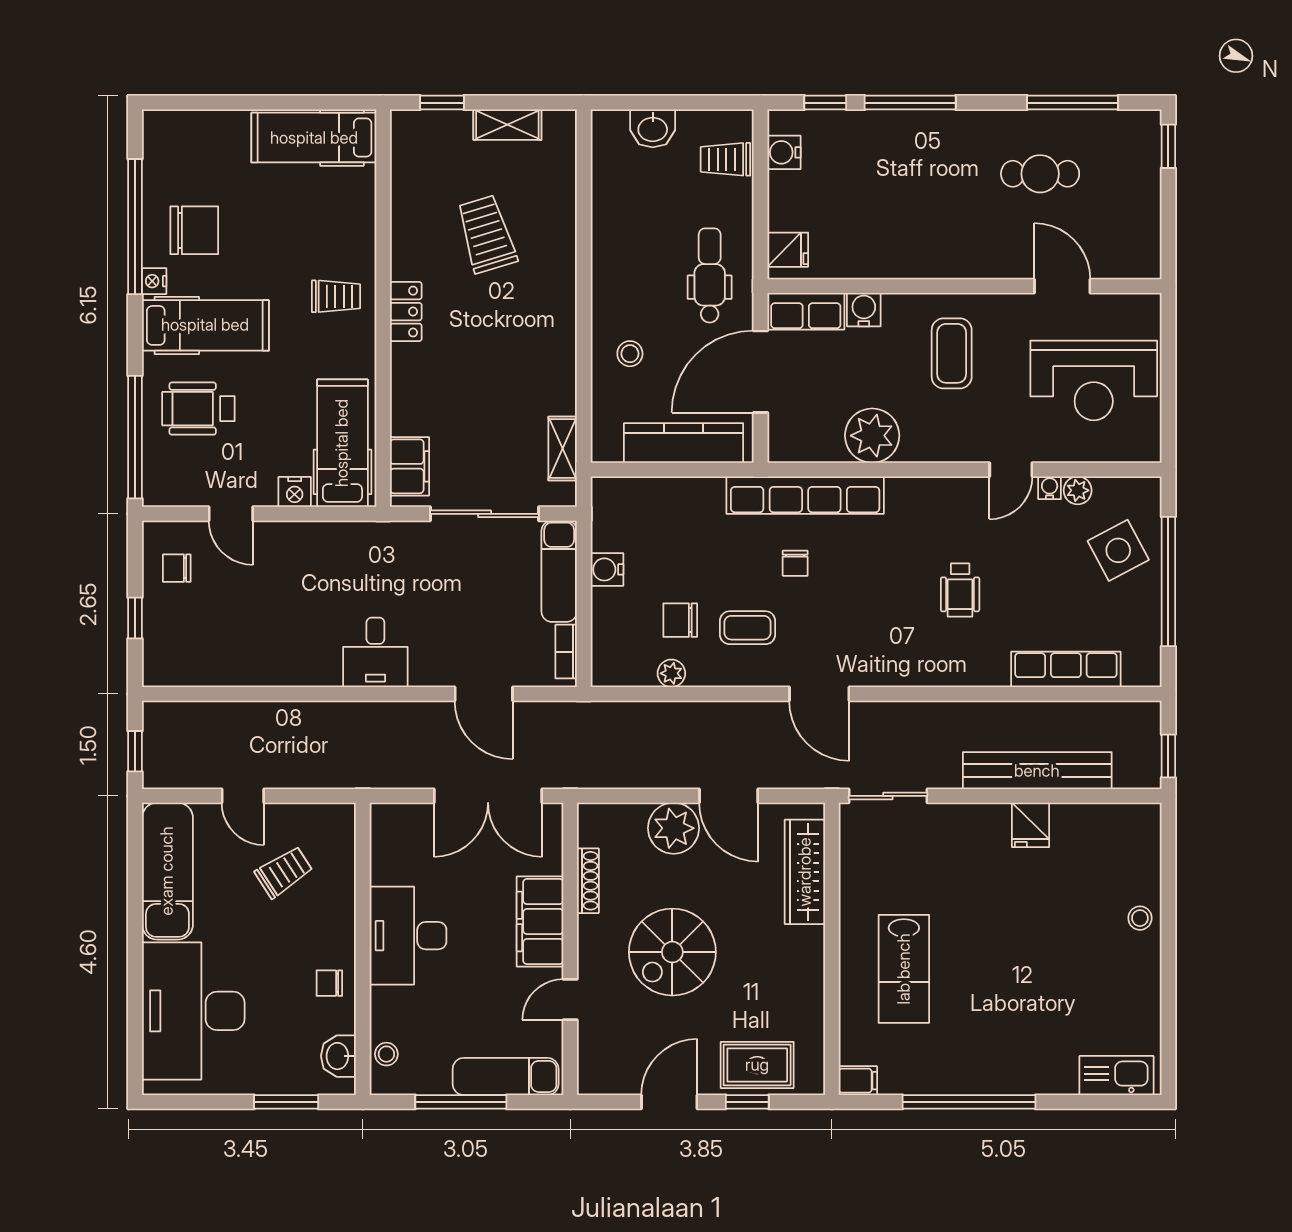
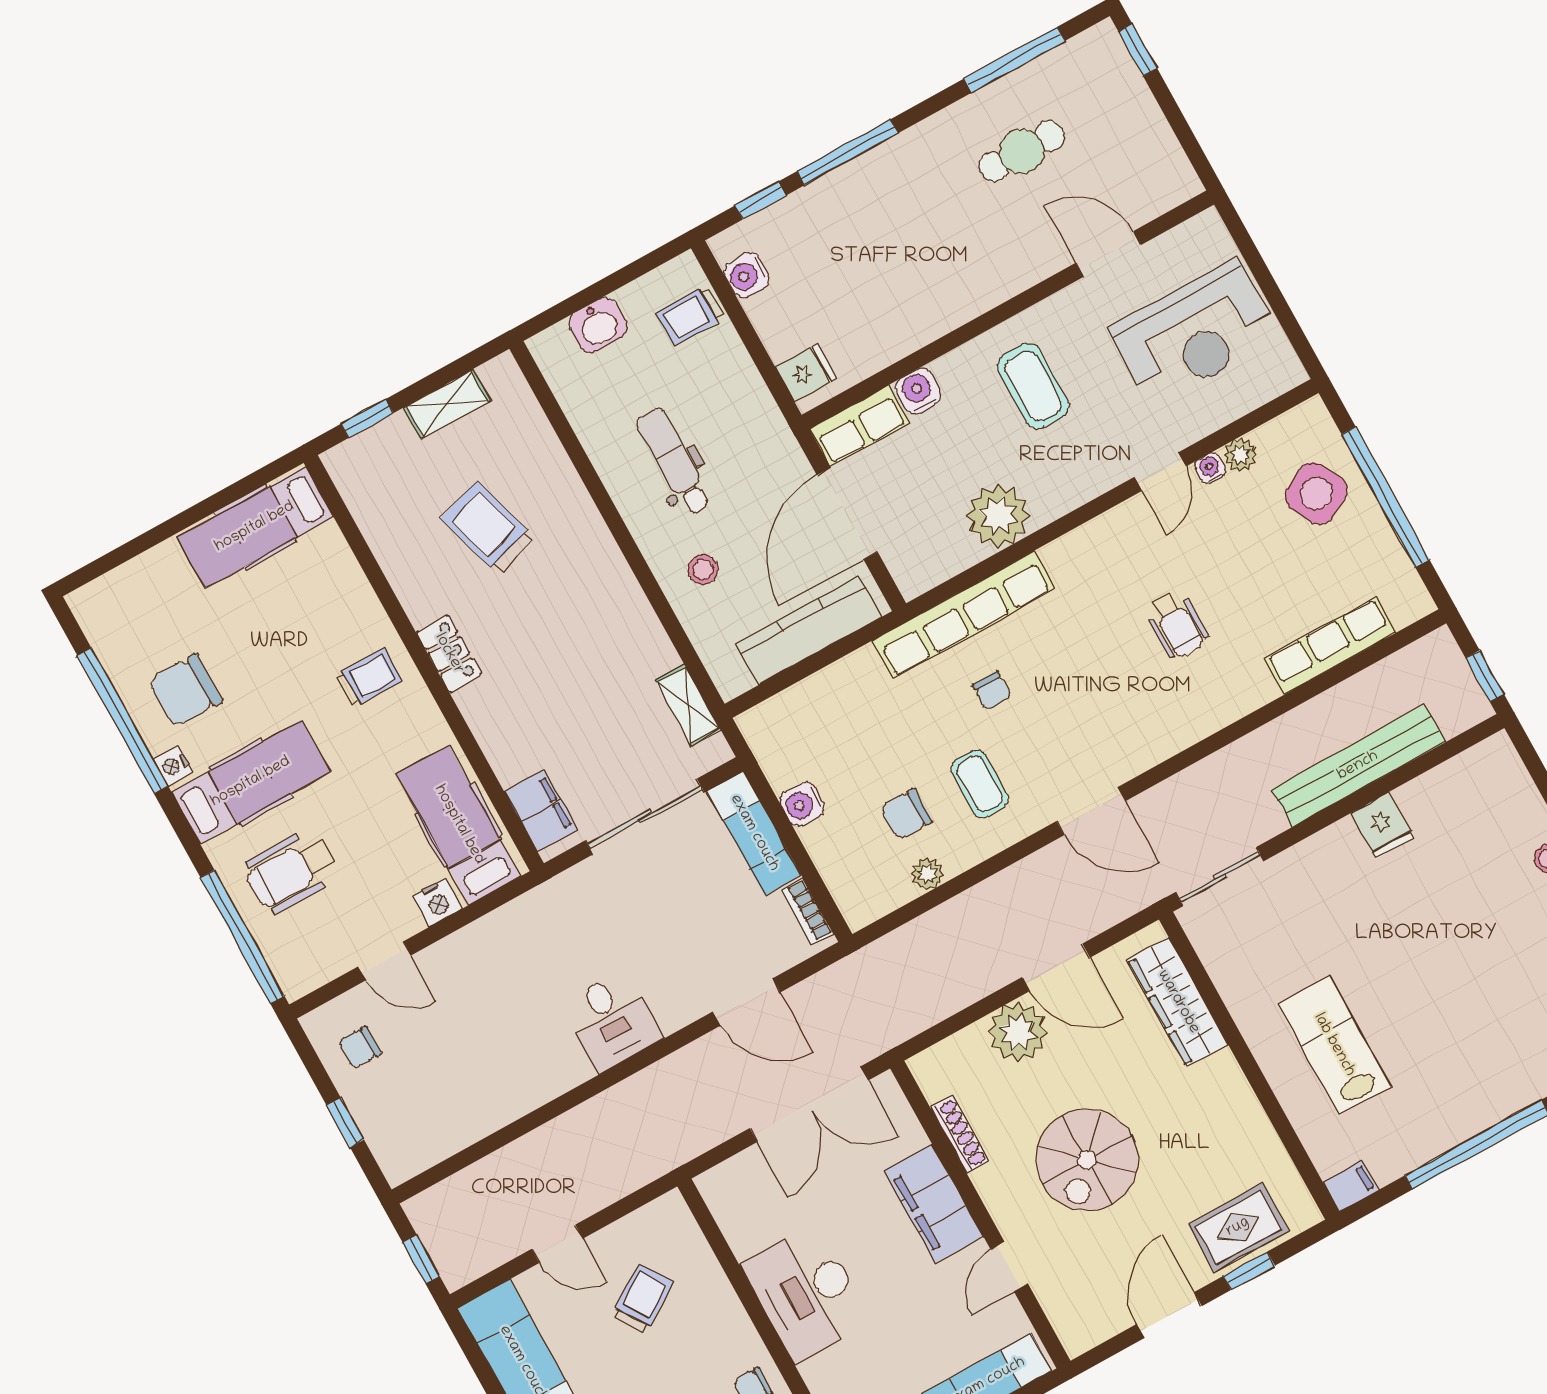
chair: (194, 230) -> (186, 691), turned 180
dental chair: (710, 275) -> (674, 461), moved
coffee table: (748, 628) -> (980, 784), turned 90
lab bench: (904, 969) -> (1334, 1045), turned 180

